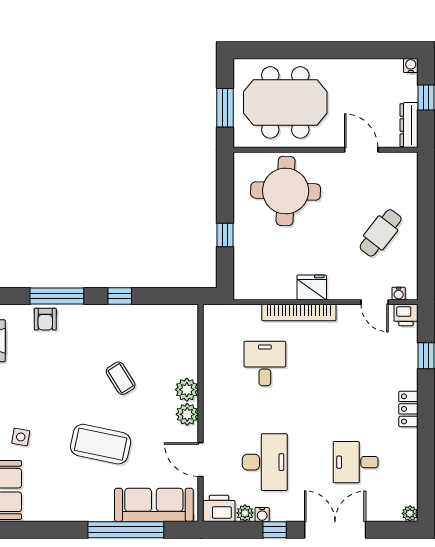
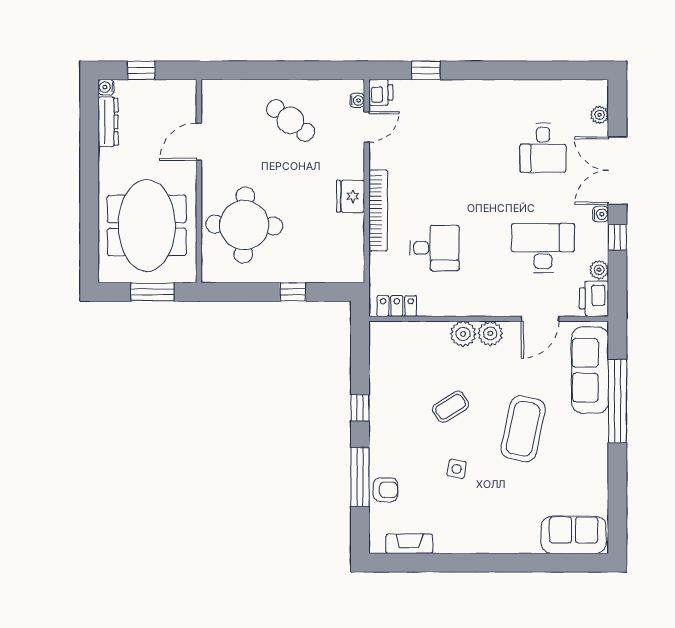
dresser: (409, 125) -> (108, 122), moved, turned -90
desk: (265, 364) -> (434, 248), turned 180
locker: (408, 409) -> (397, 306), moved, turned 180
side table: (21, 437) -> (457, 469), moved
water cooler: (262, 514) -> (601, 214), moved
plant: (410, 514) -> (600, 115), moved

